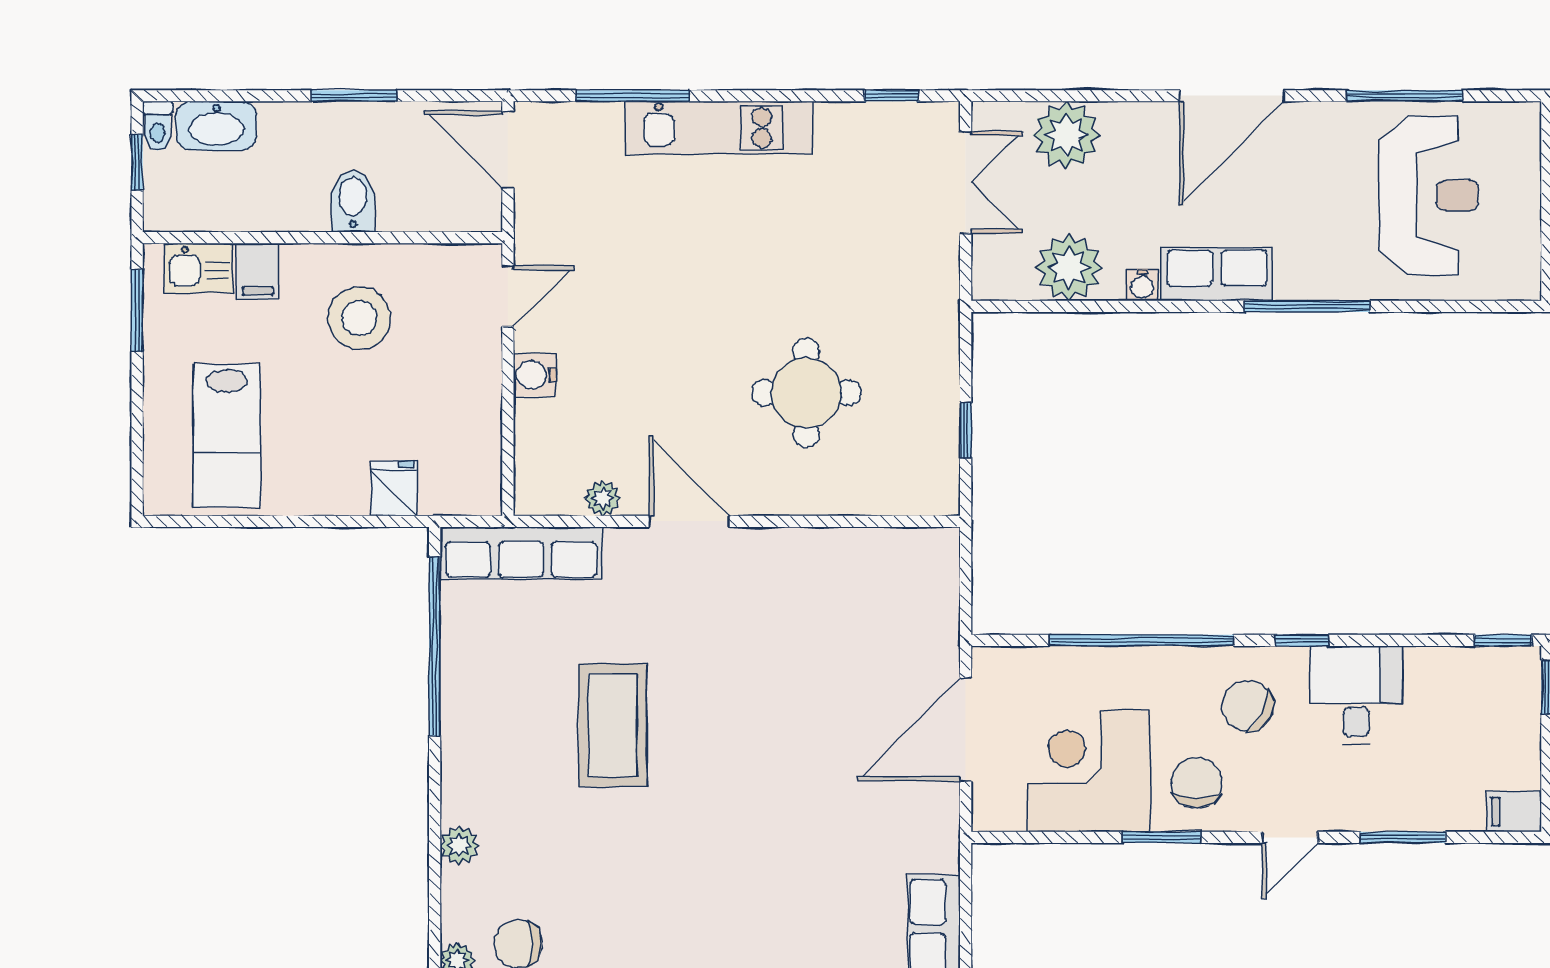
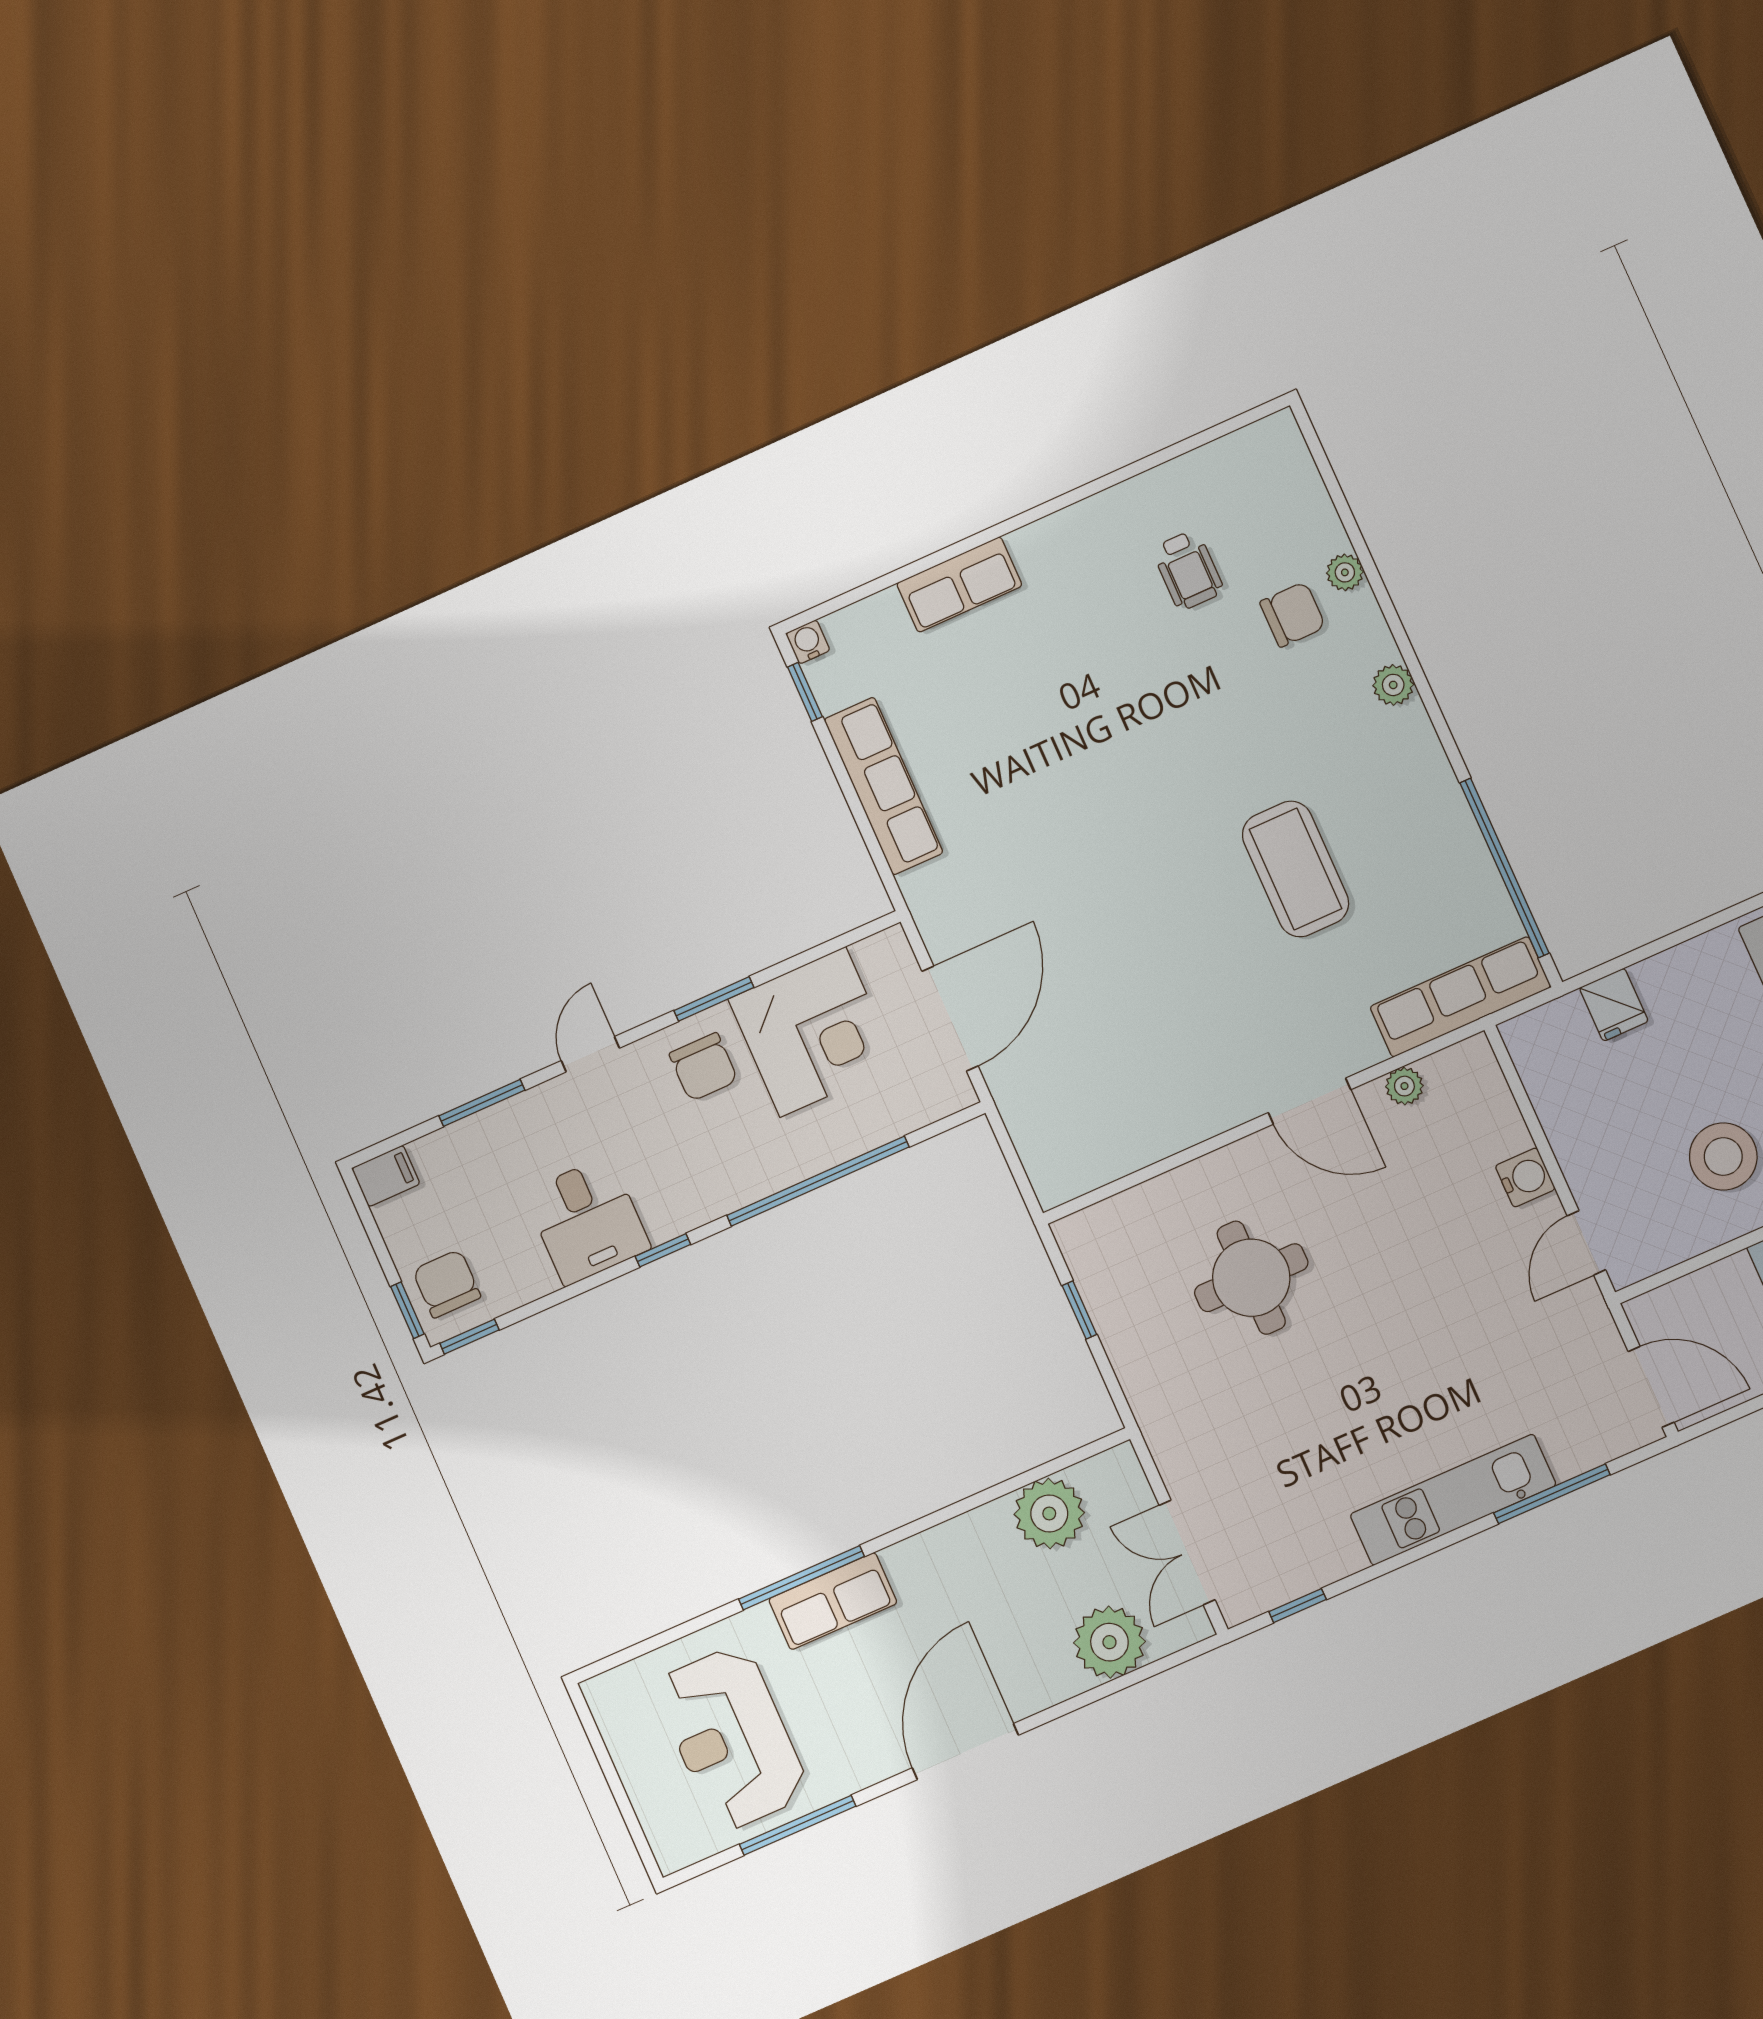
row of seats: (1217, 274) -> (833, 1601), moved
water cooler: (1142, 285) -> (971, 1528), removed
chair: (1248, 706) -> (447, 1284), moved, turned -117

